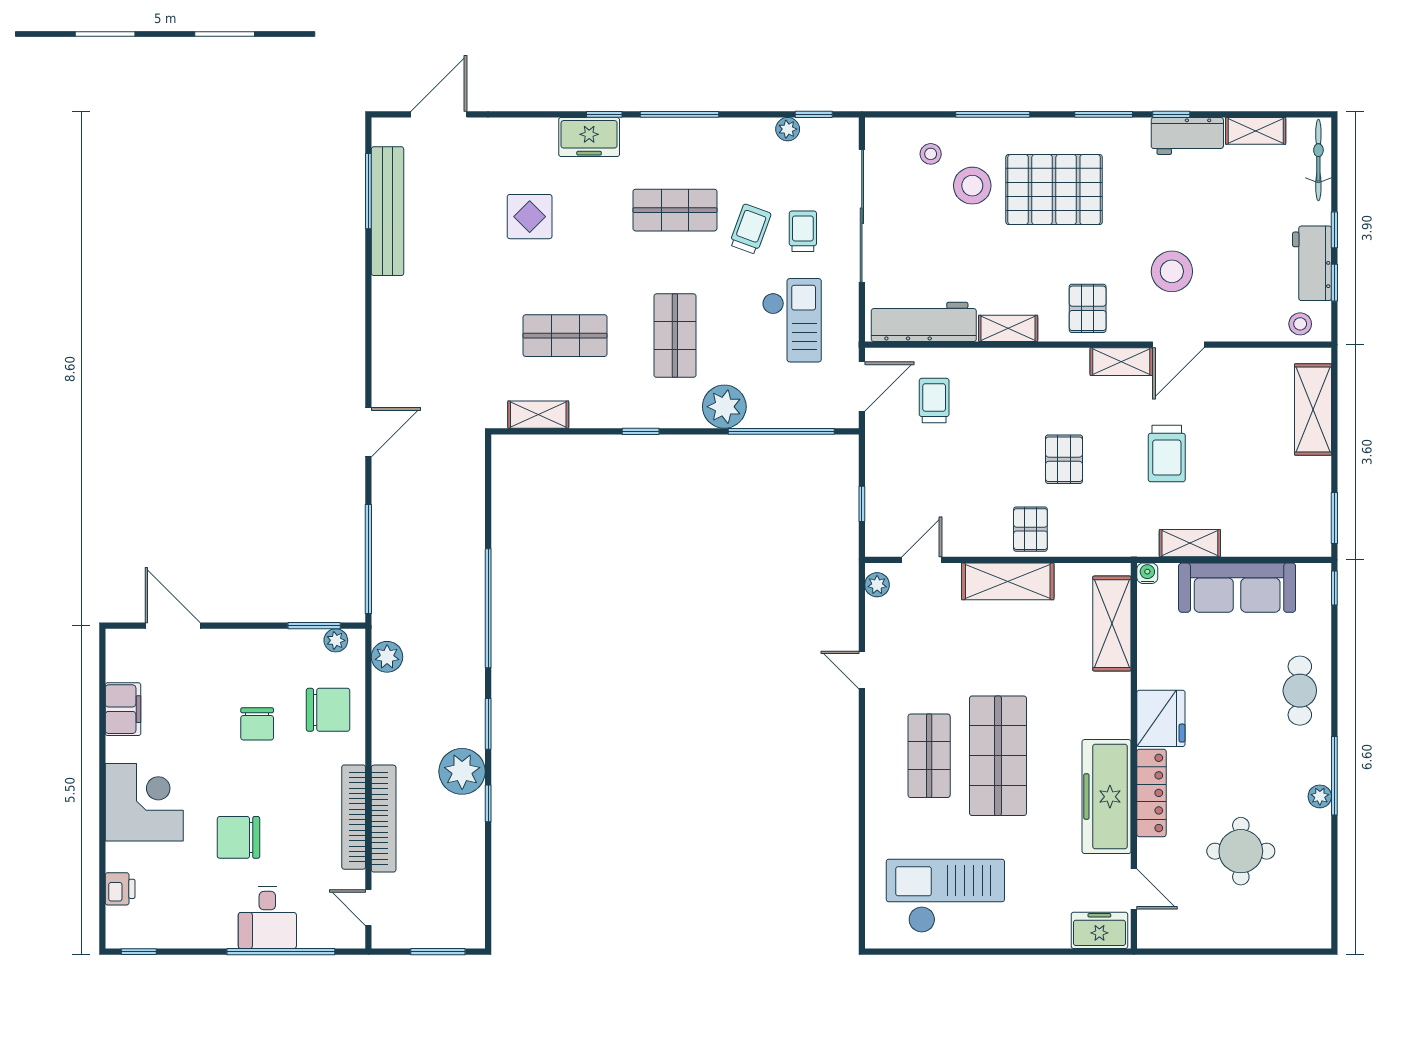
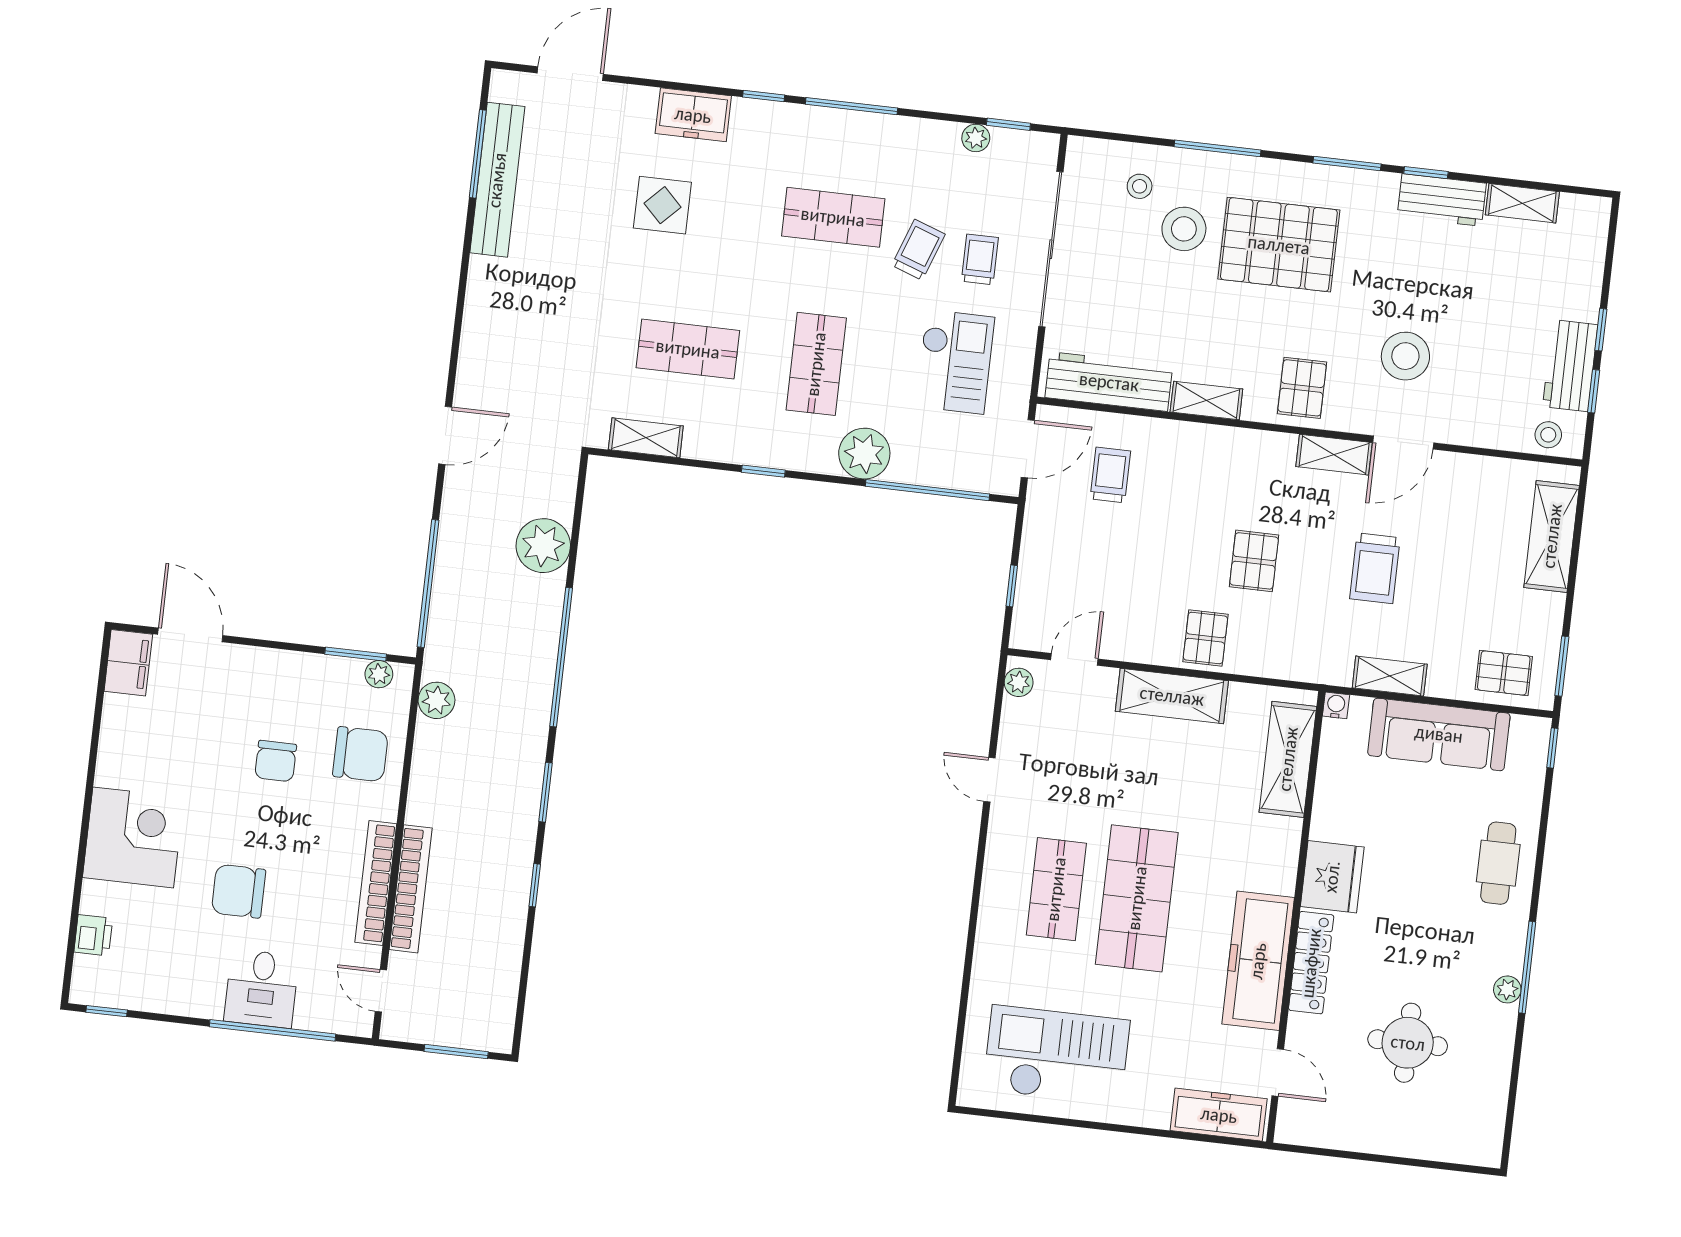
freezer: (589, 137) -> (693, 115), moved
bicycle: (1318, 160) -> (1592, 246), removed
pallet: (1286, 529) -> (1504, 673), added
filing cabinet: (123, 709) -> (128, 663), moved
plant: (462, 771) -> (543, 546), moved
freezer: (1099, 930) -> (1219, 1115), width x1.40

